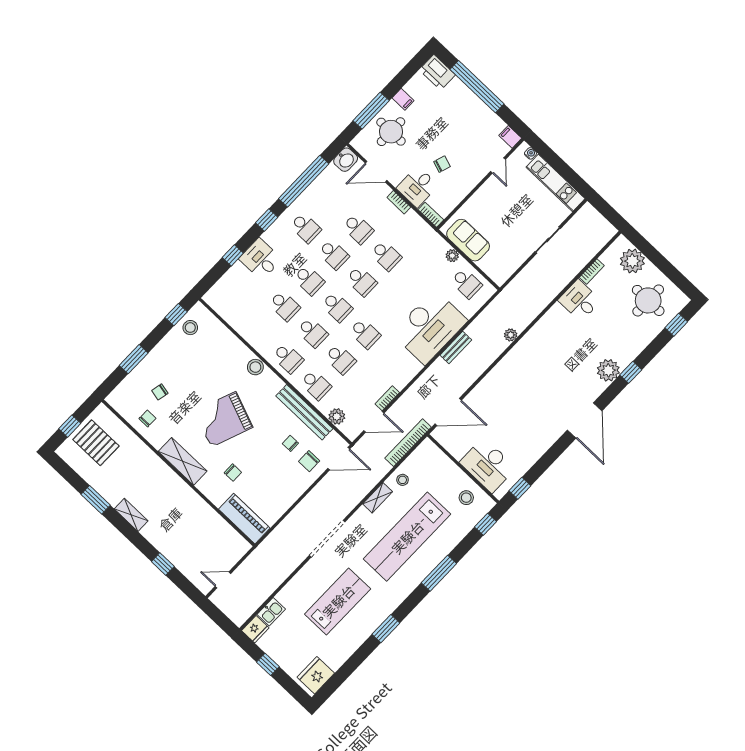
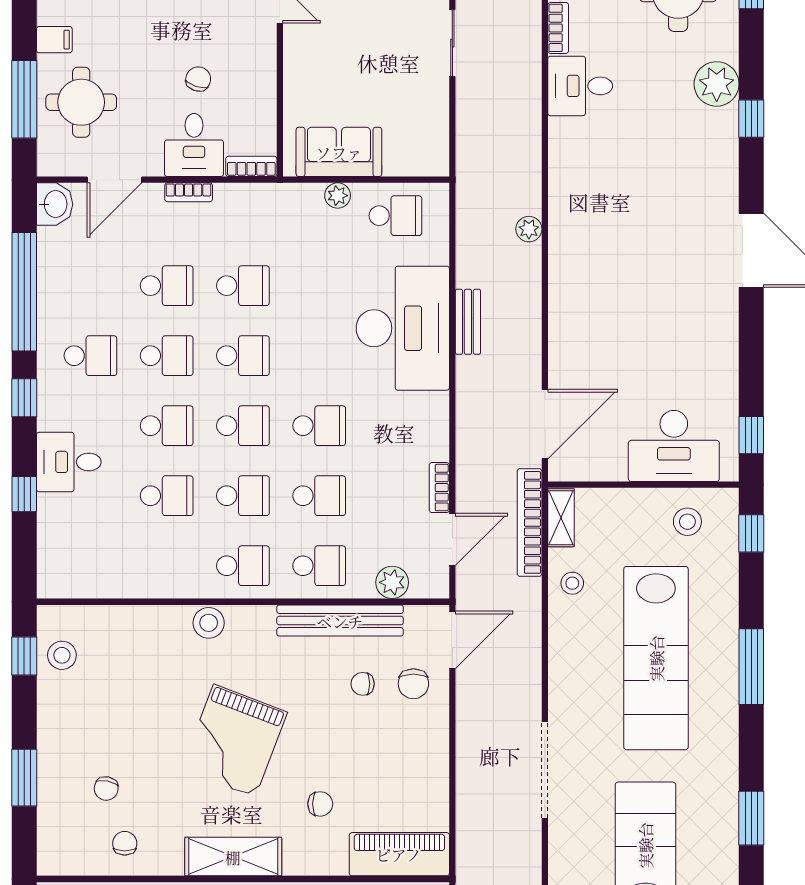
plant: (608, 370) -> (717, 84), moved
shelving: (378, 498) -> (561, 518), moved

